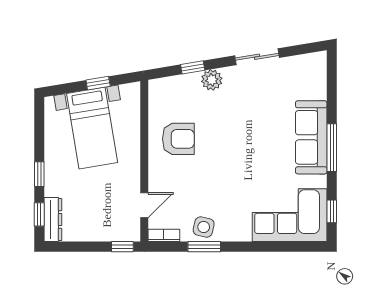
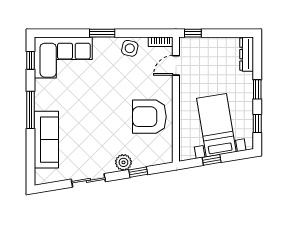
sofa: (311, 137) -> (46, 140), moved
armchair: (178, 139) -> (149, 117), width x1.36, depth x1.36
window: (39, 214) -> (257, 123), moved
window: (204, 247) -> (102, 33), moved

